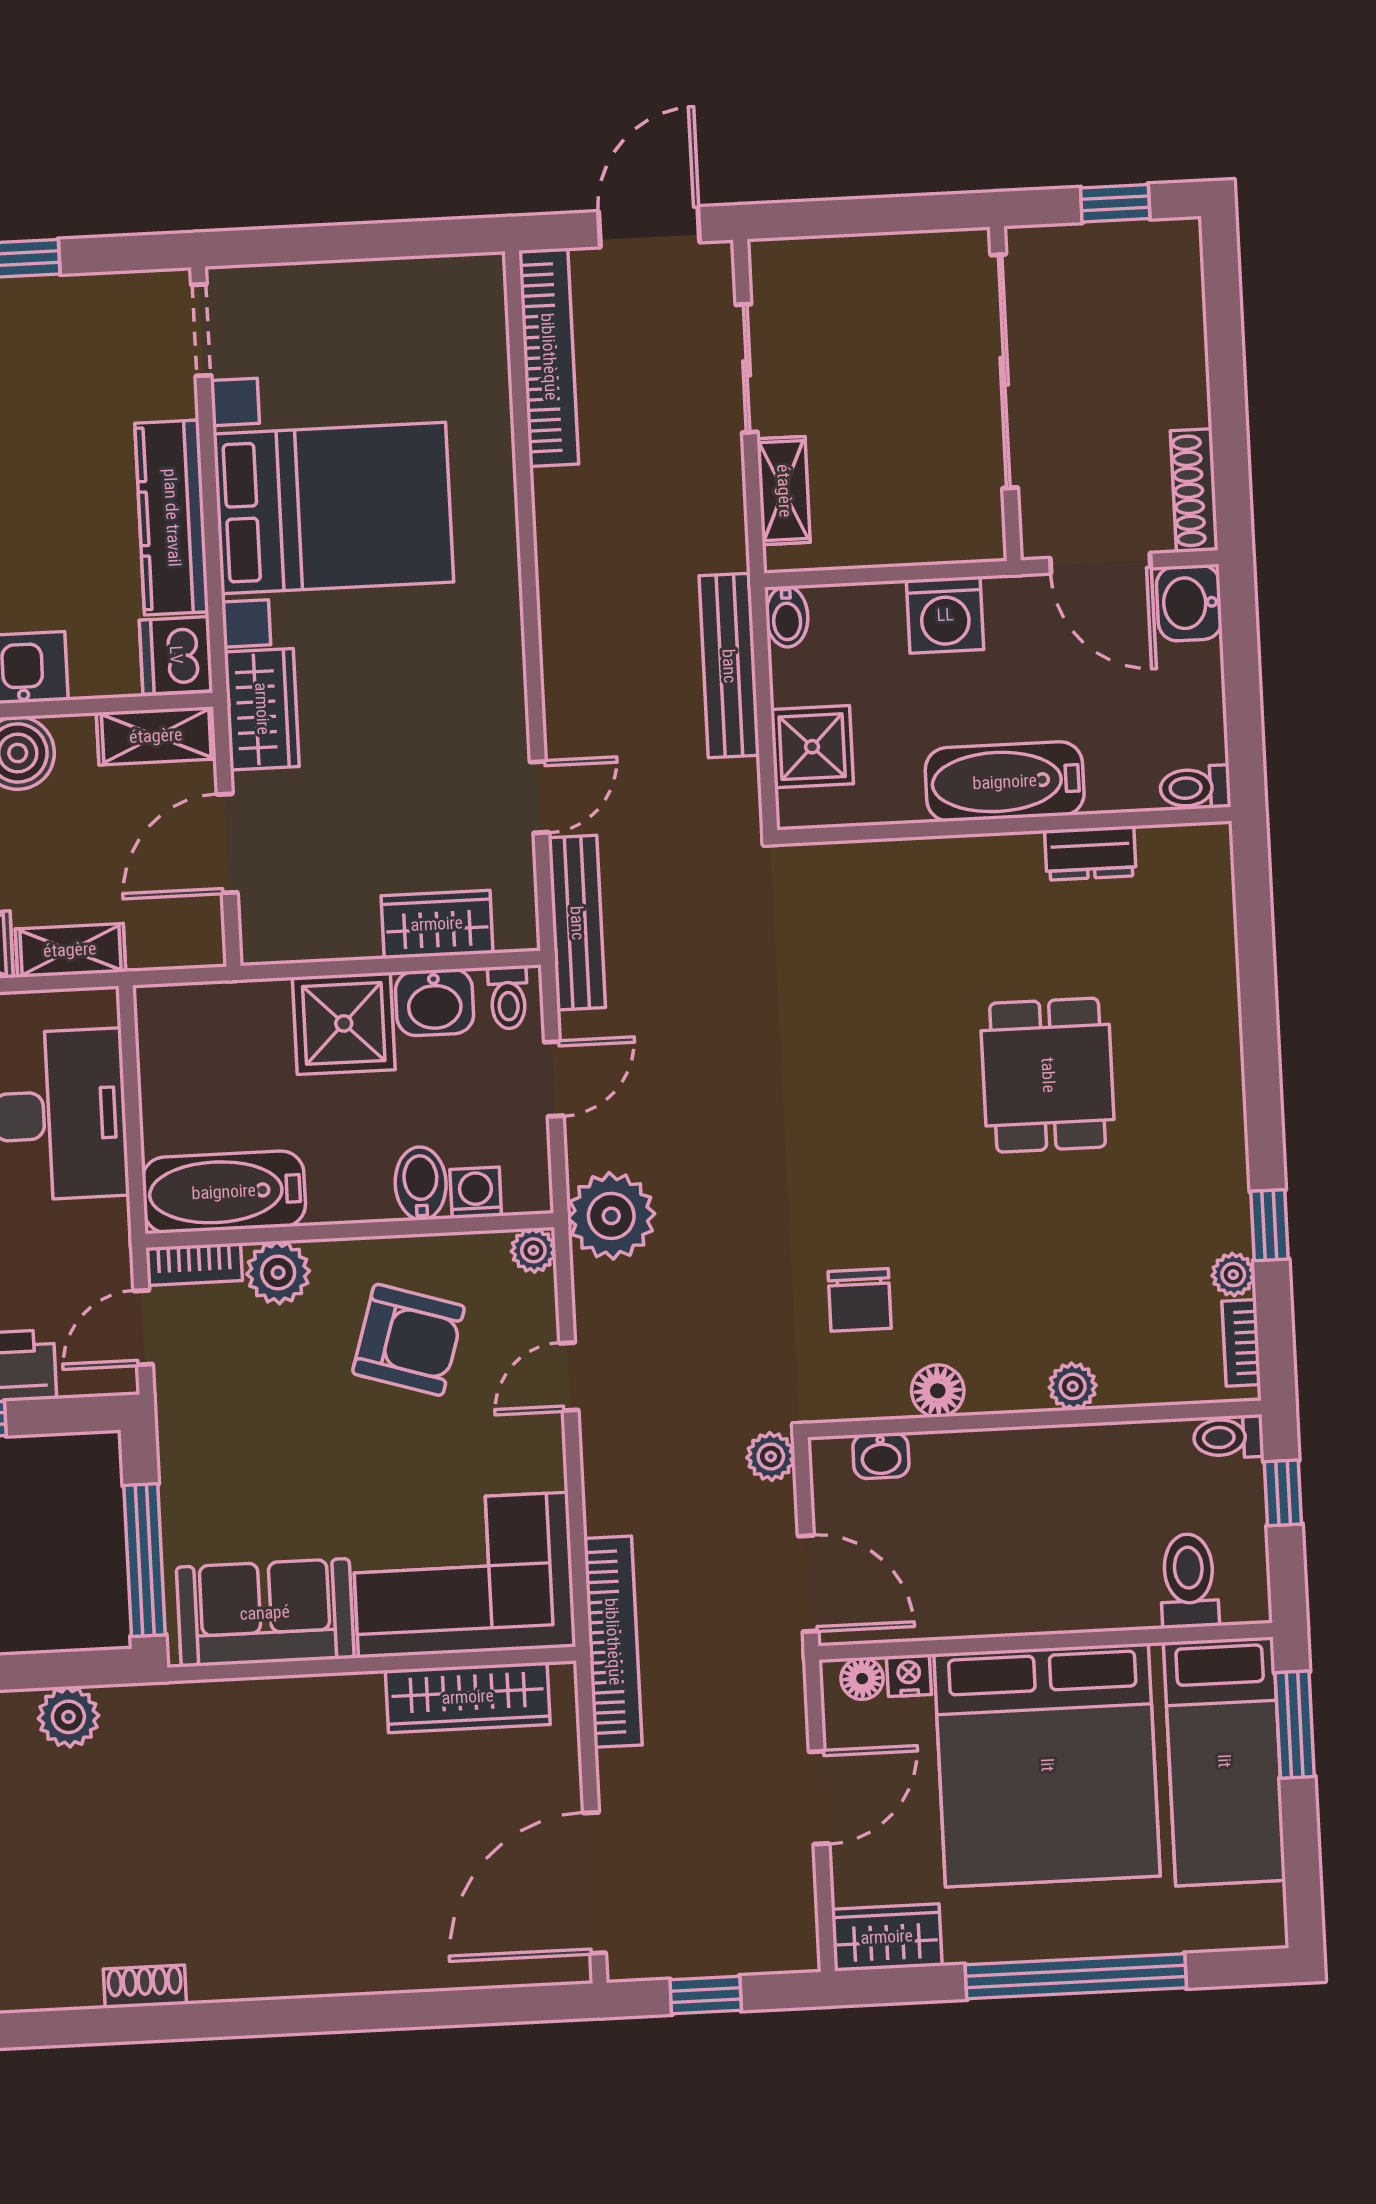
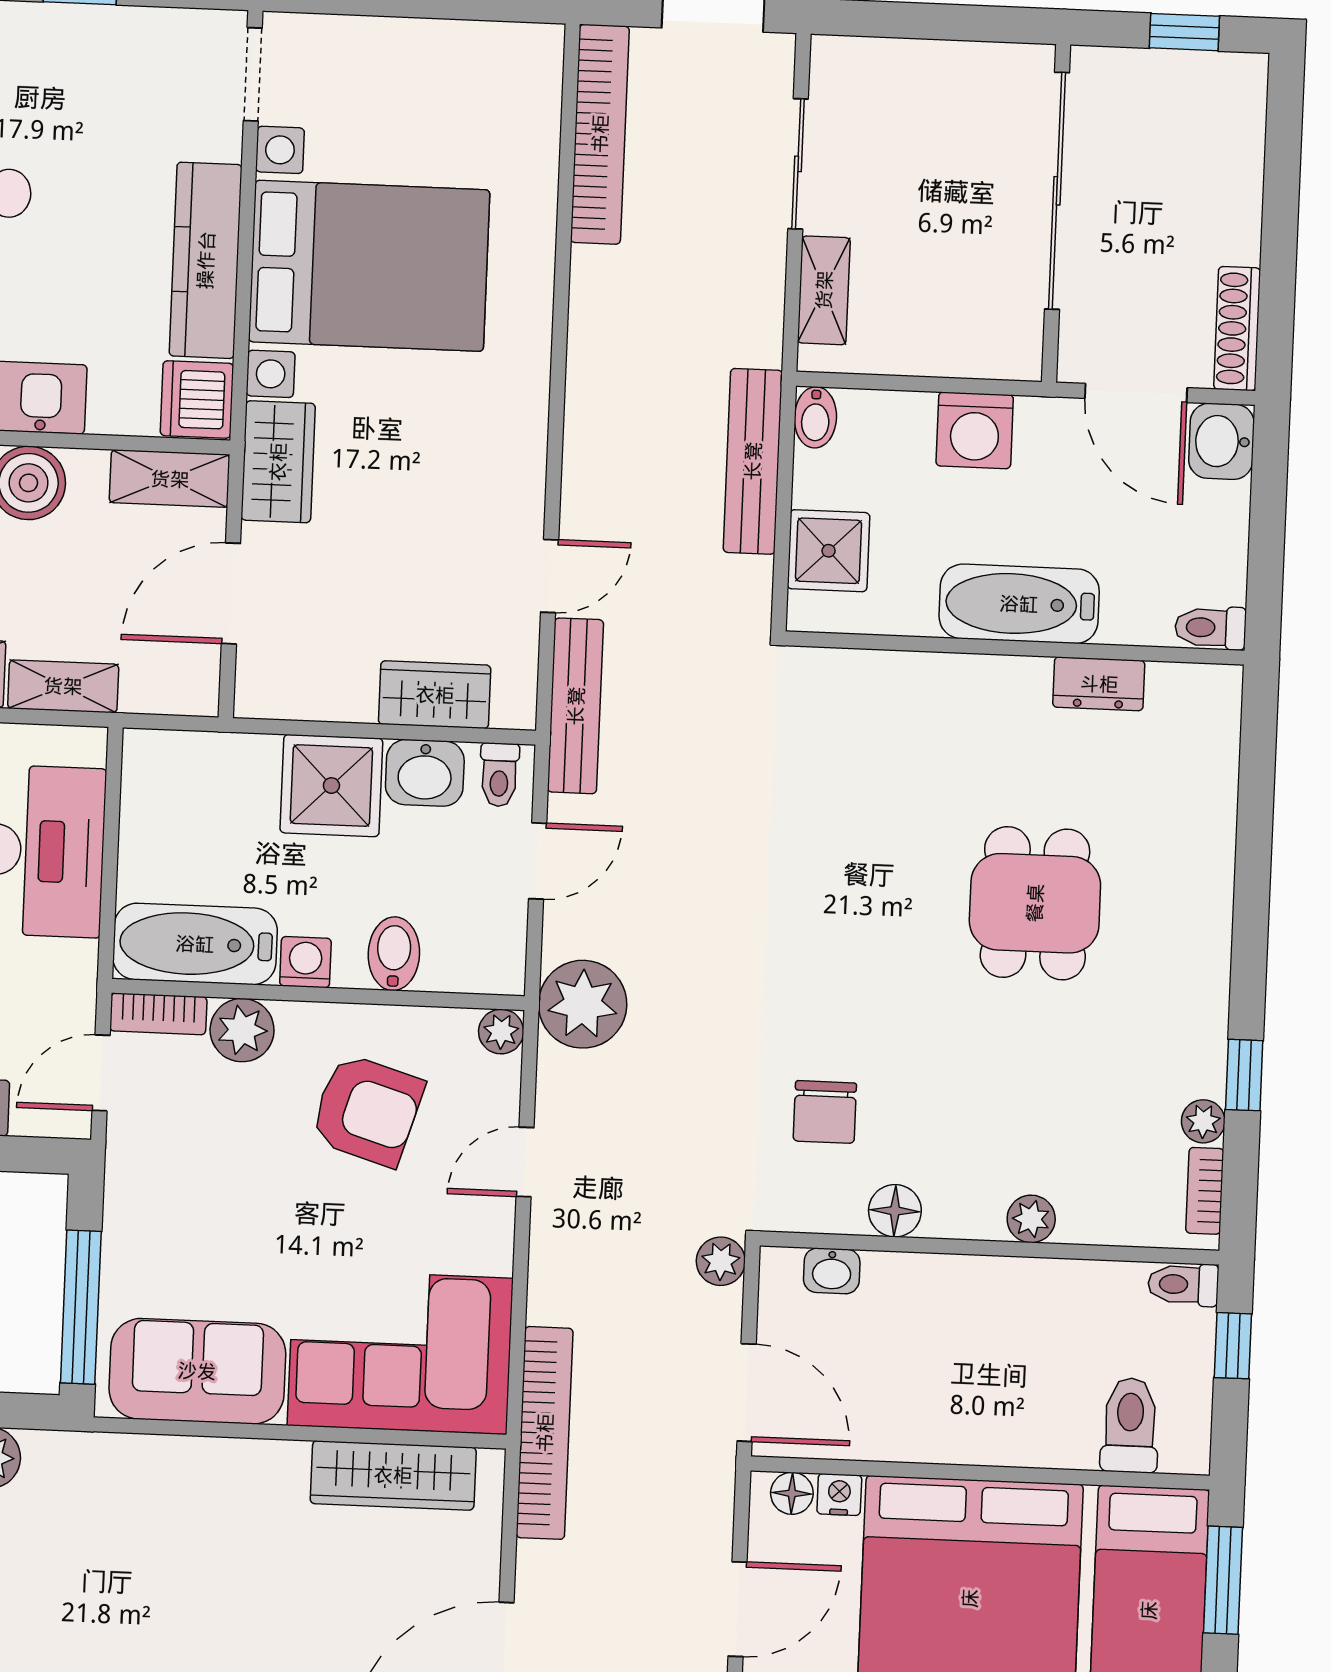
washing machine: (476, 1193) -> (305, 962), moved

